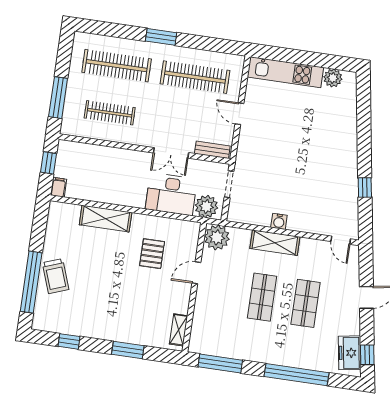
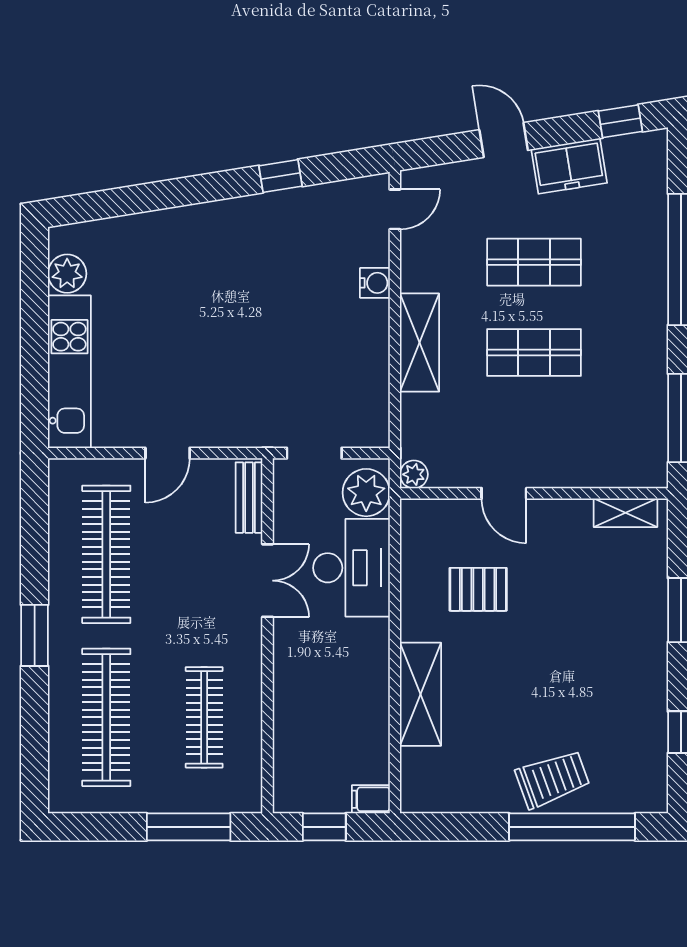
water cooler: (279, 221) -> (375, 283), moved
plant: (217, 237) -> (414, 474), width x0.53, depth x0.53
freezer: (350, 353) -> (569, 166), moved

